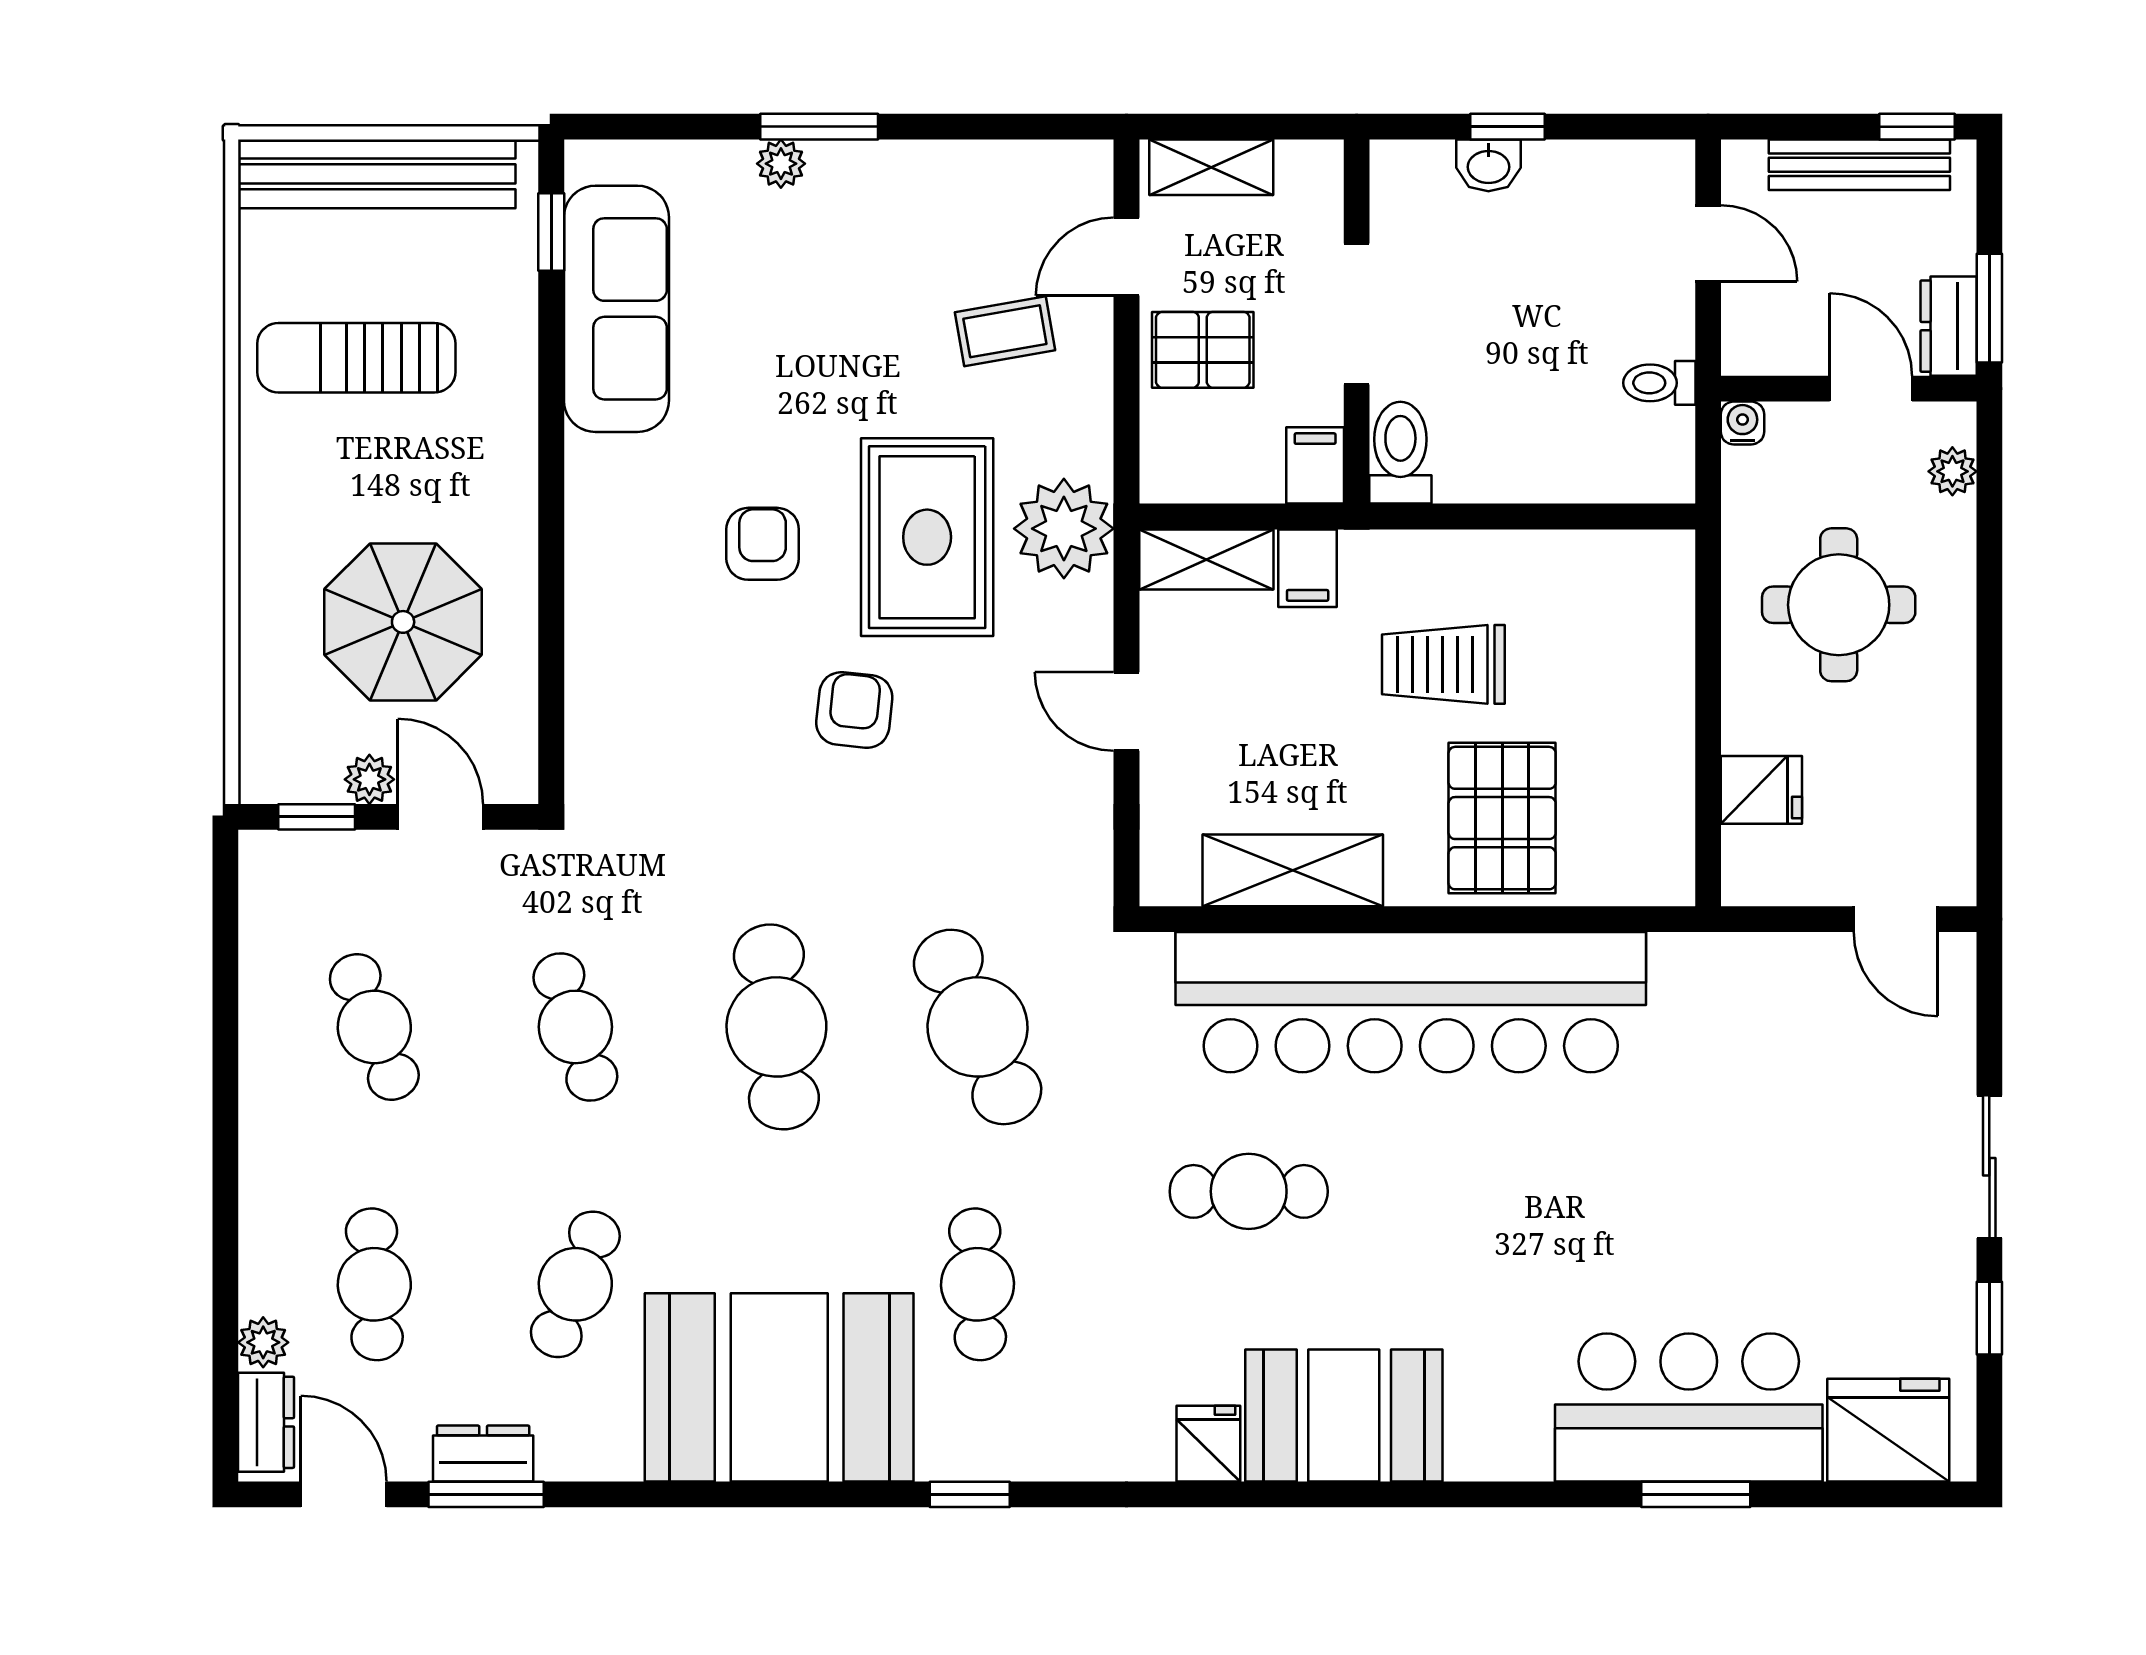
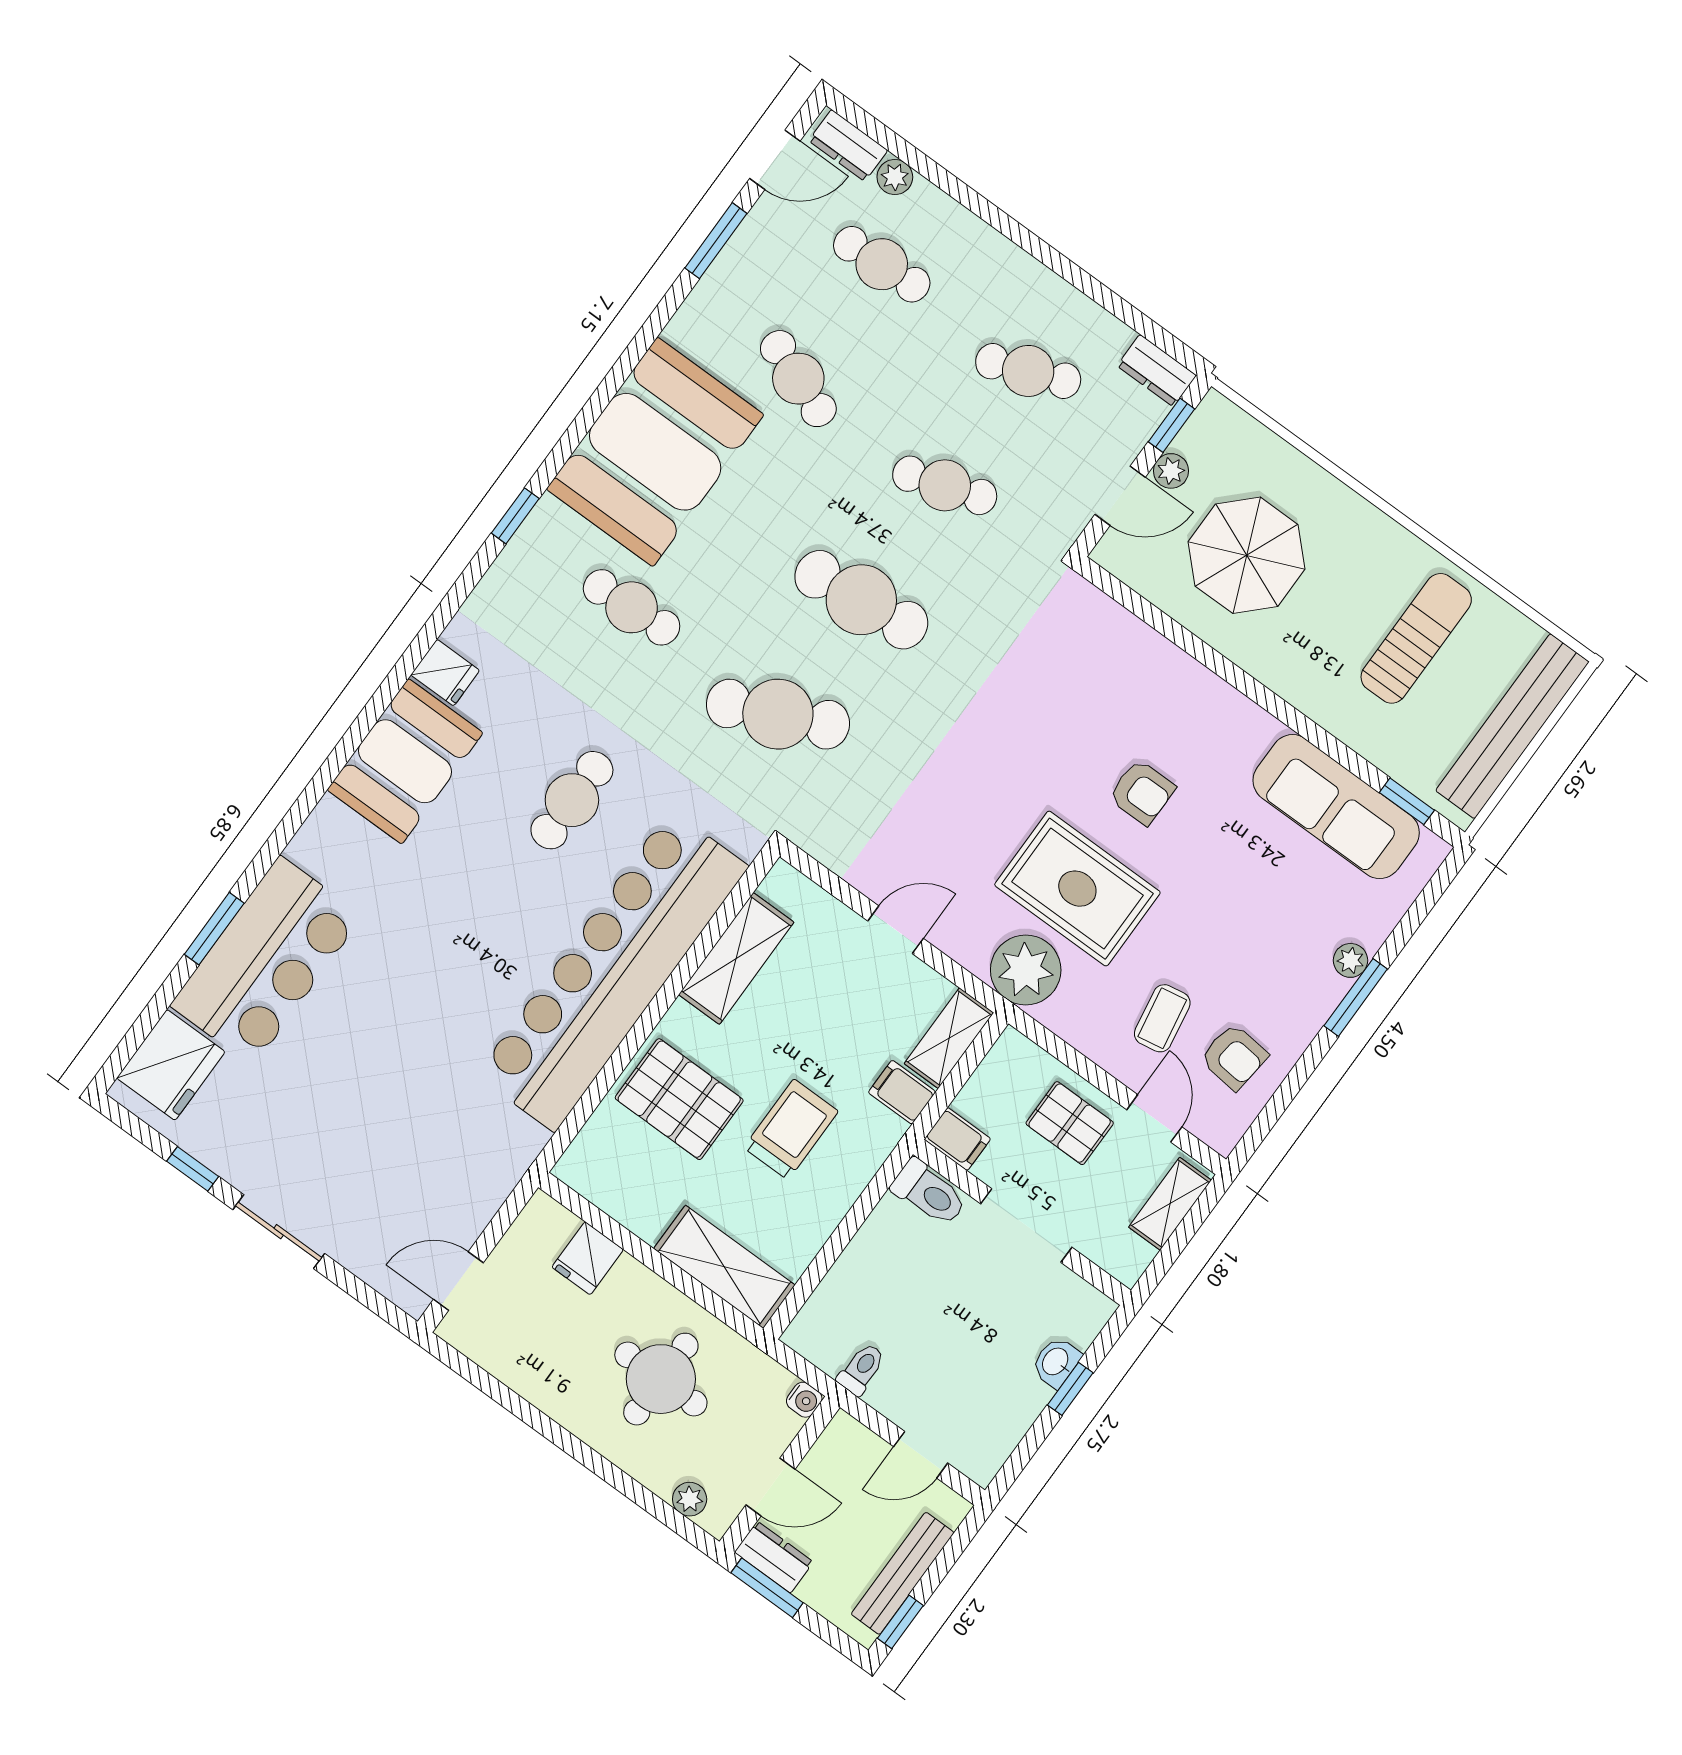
pallet: (1203, 350) -> (1070, 1123), turned 90
shelving: (1657, 626) -> (724, 1267), added
armchair: (854, 710) -> (1234, 1057), moved
dresser: (483, 1453) -> (1157, 371), moved, turned 90

